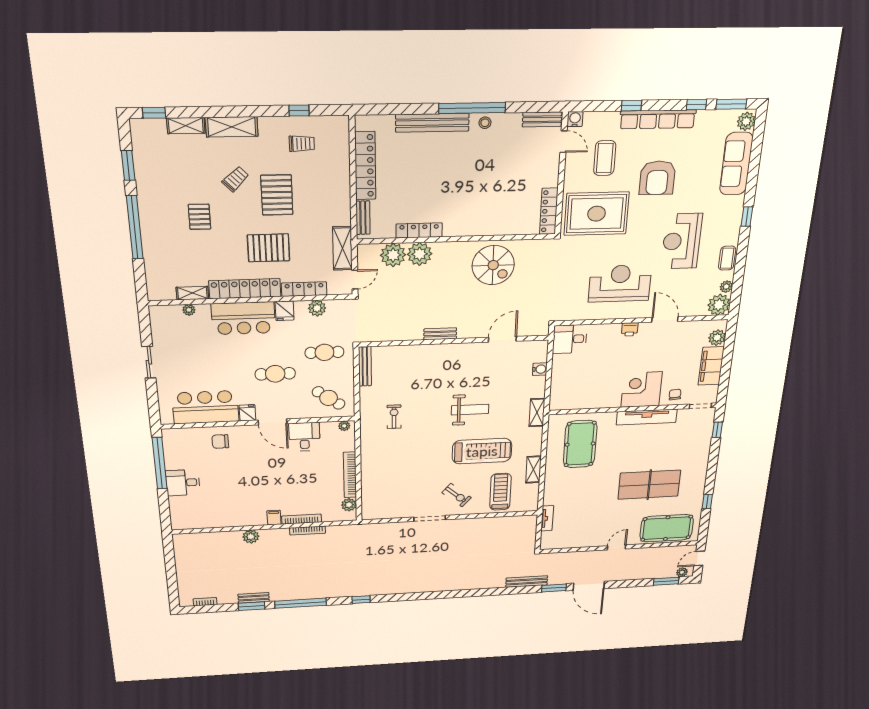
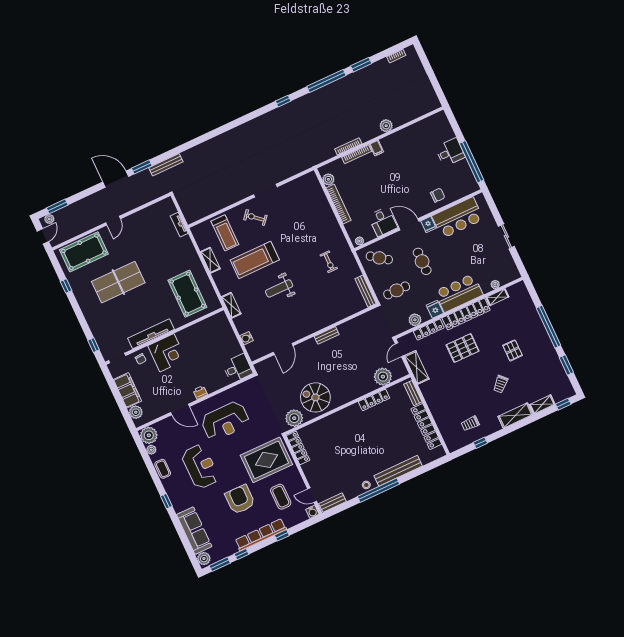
pallet: (277, 195) -> (472, 385), removed
plant: (420, 254) -> (294, 418), moved
cafe table: (275, 374) -> (422, 261), turned 90
bench: (254, 598) -> (363, 73), removed

